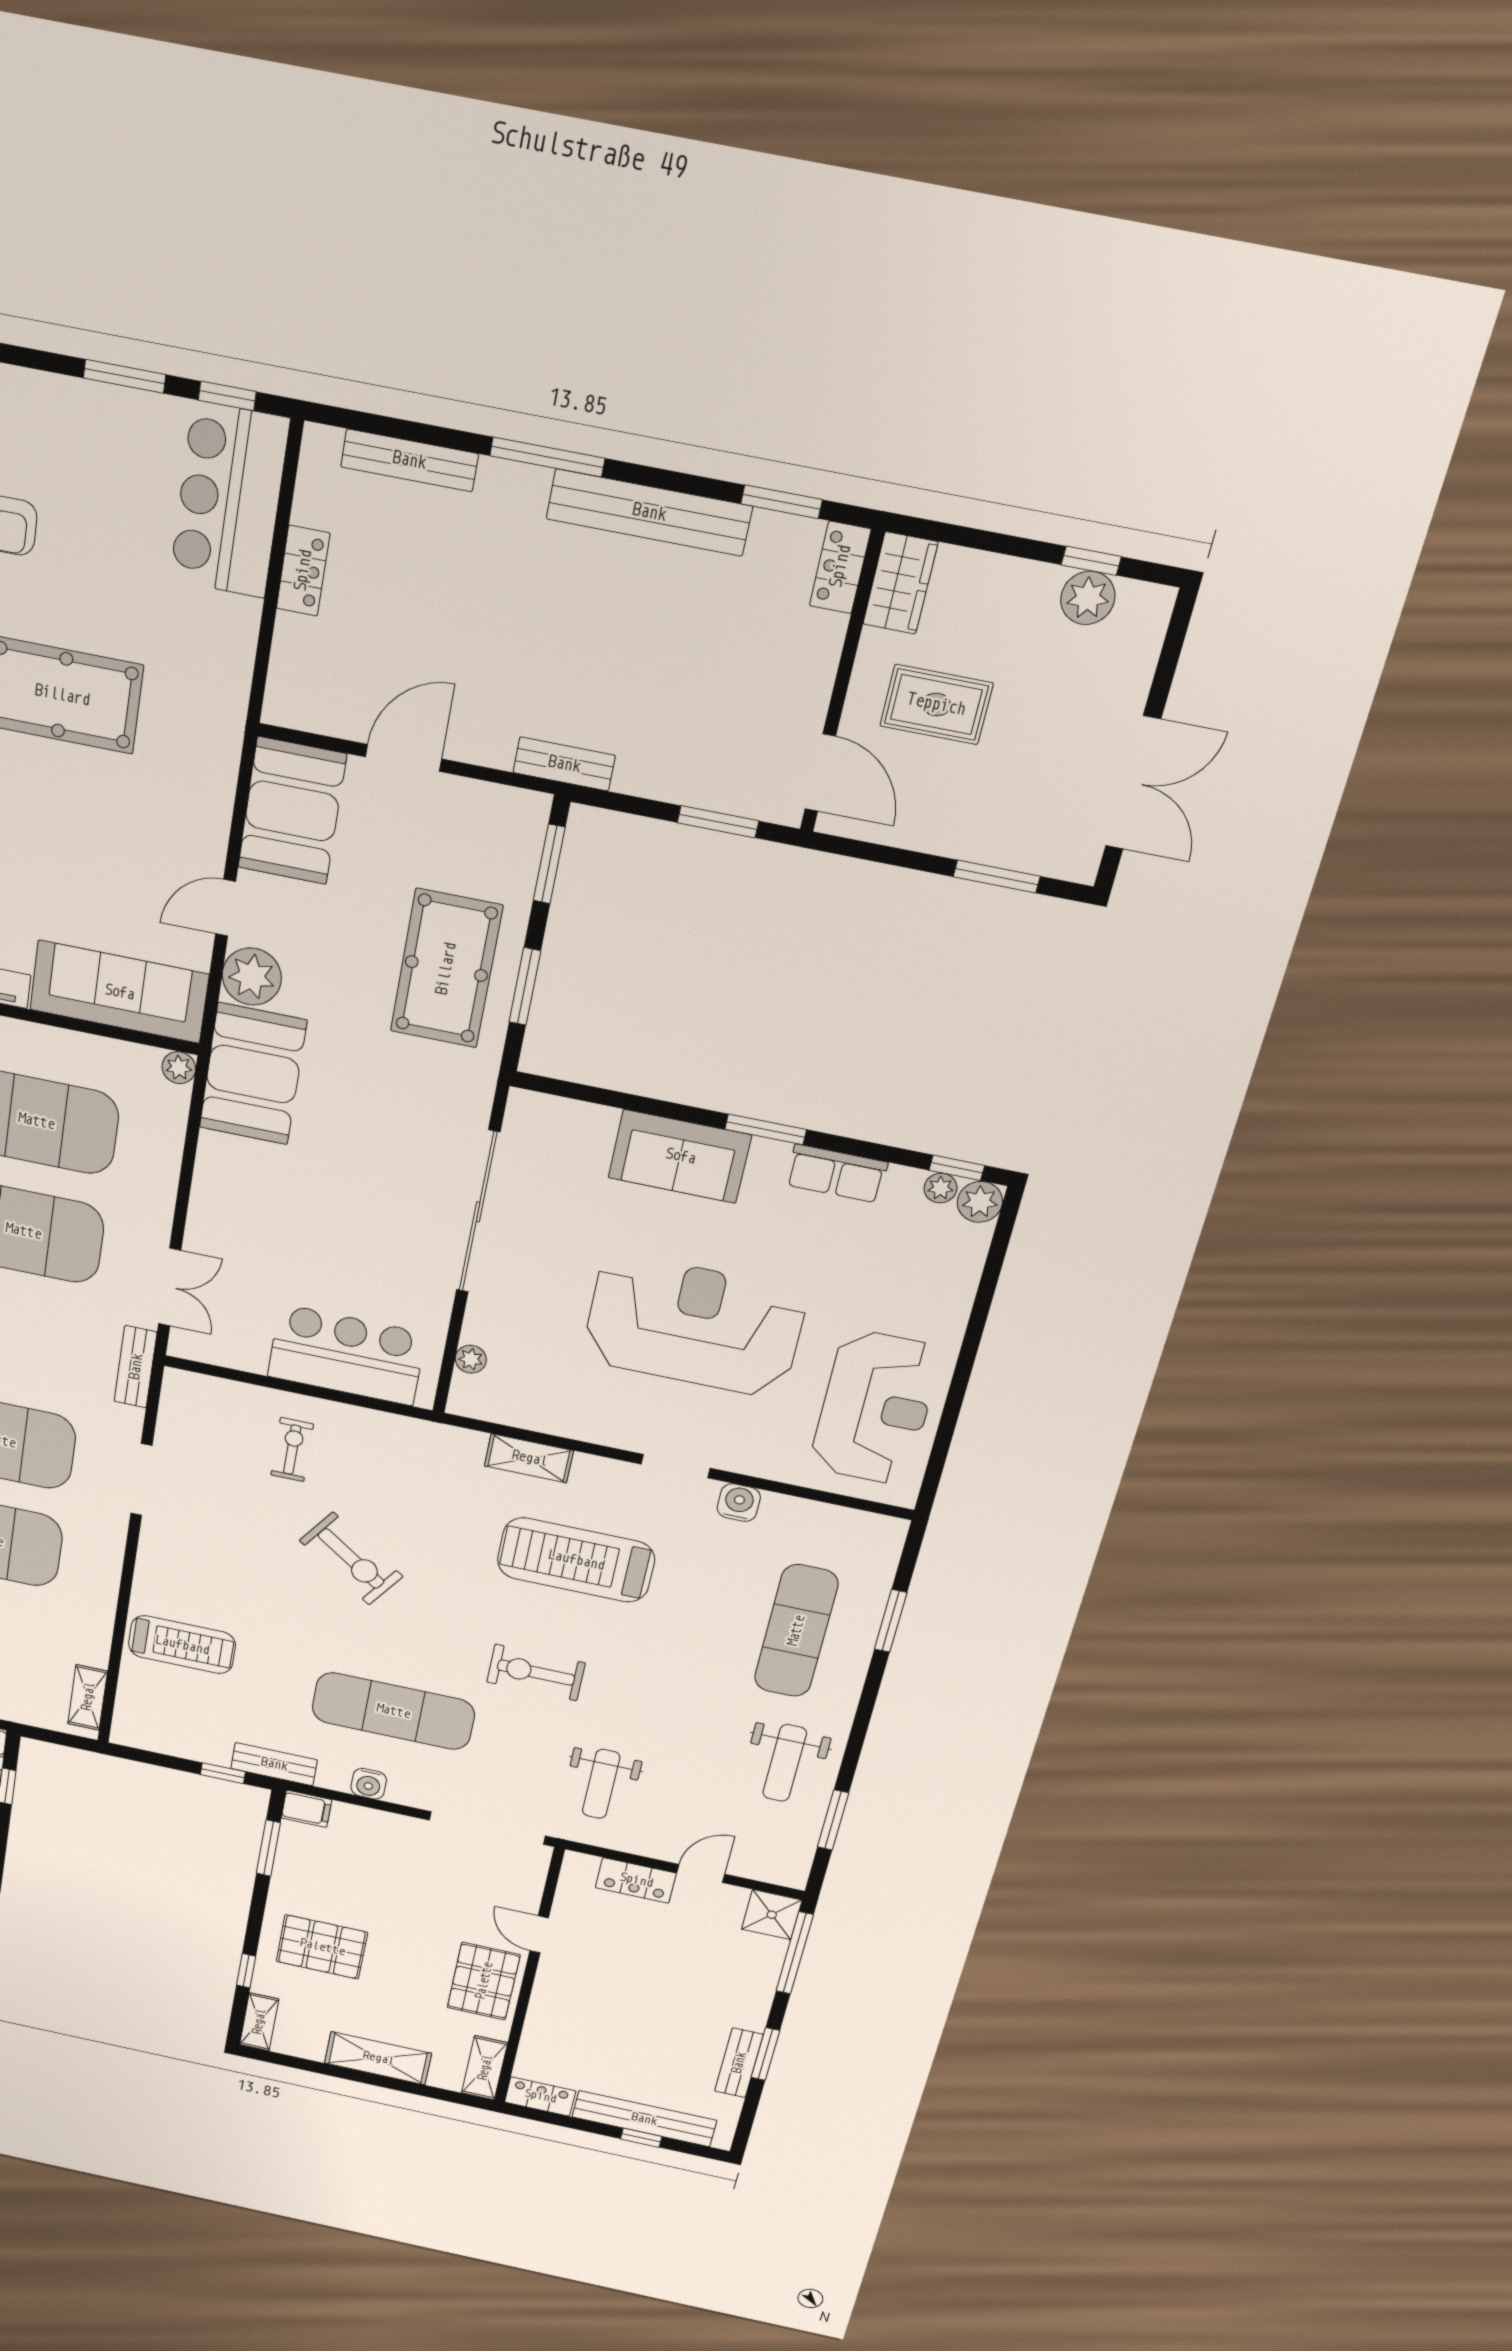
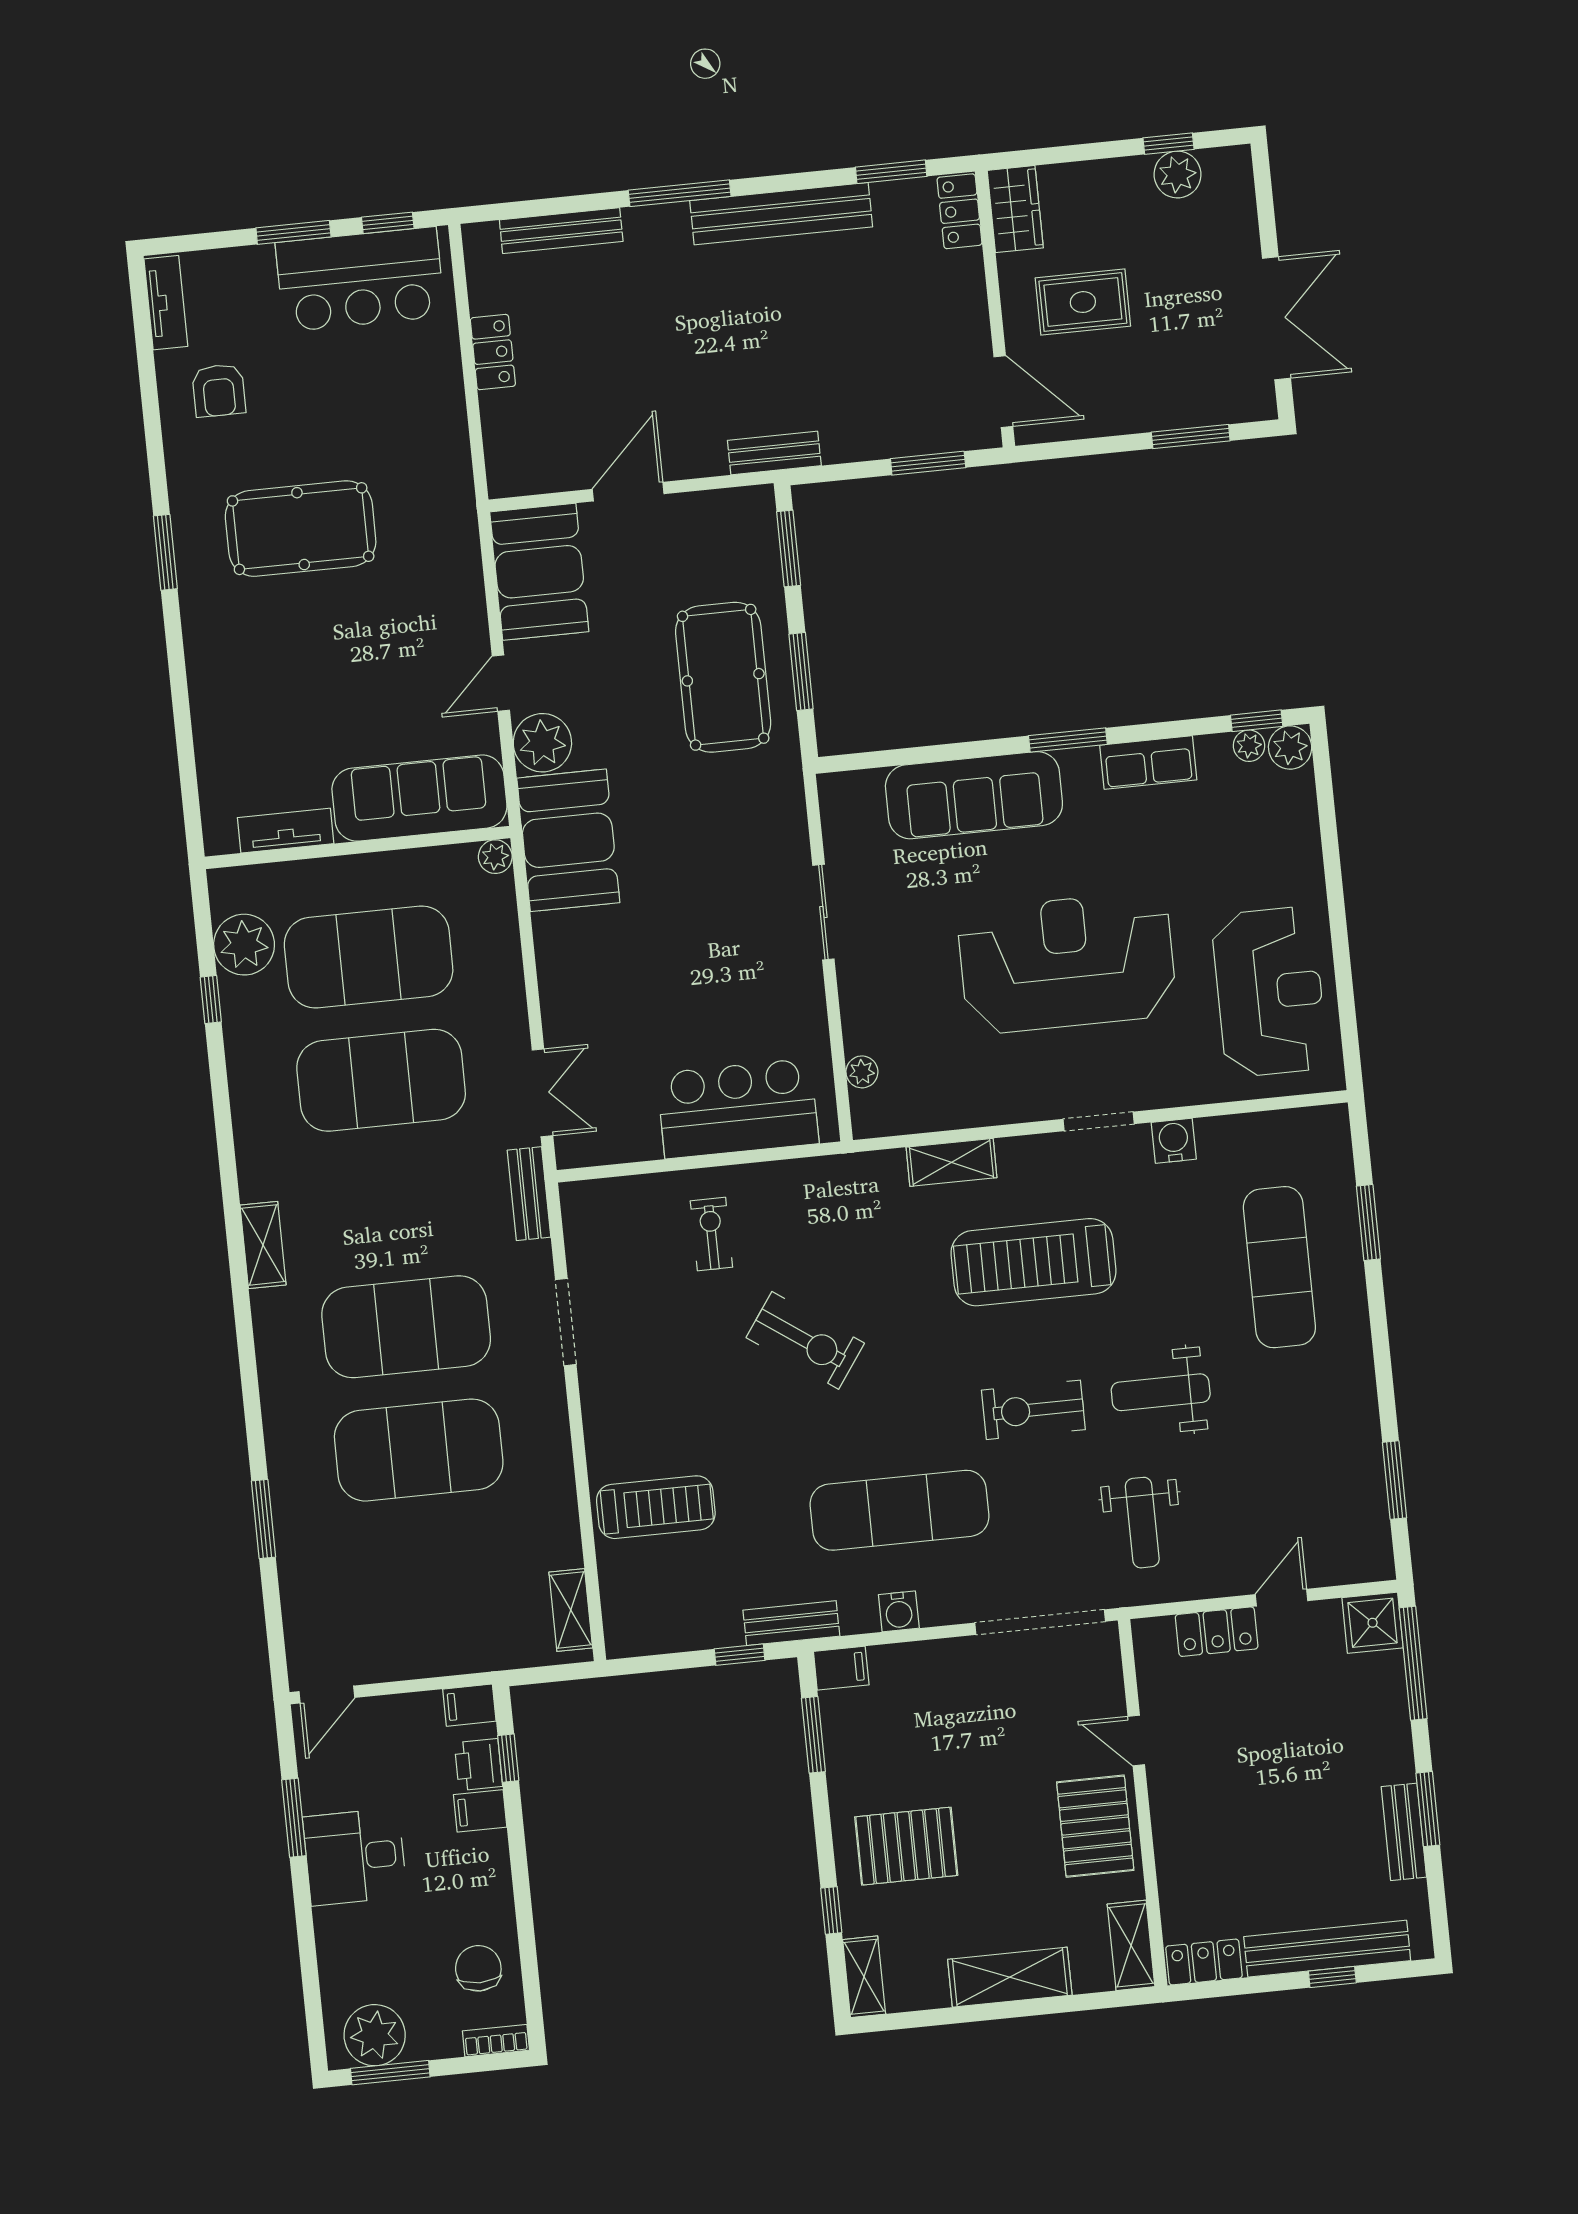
bar counter: (229, 500) -> (360, 279), moved, turned -90
sofa: (680, 1156) -> (974, 795), width x1.36
sliding door: (478, 1212) -> (823, 912), width x0.54
weight bench: (785, 1763) -> (1161, 1392), moved, turned 90

